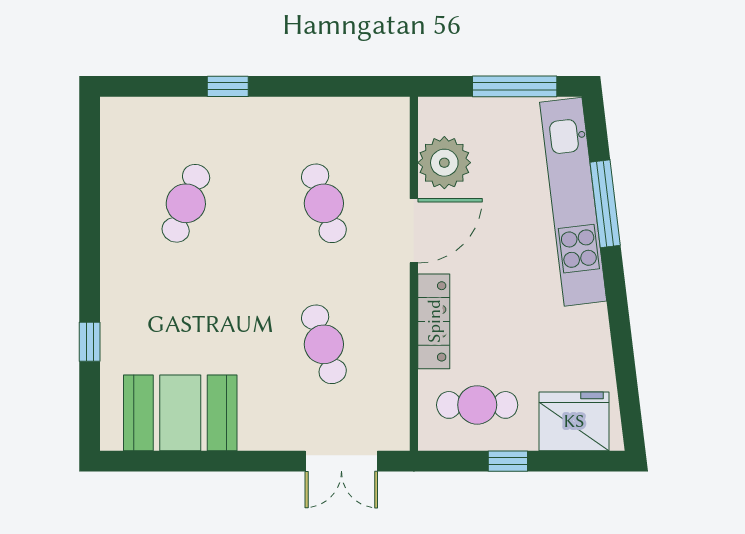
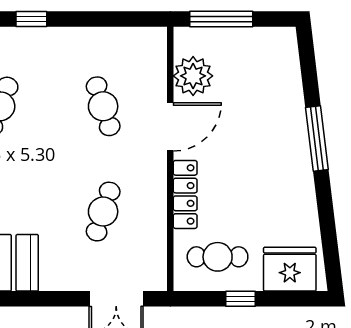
window: (515, 86) -> (221, 19), moved
kitchen unit: (573, 202) -> (289, 105), removed
window: (605, 204) -> (317, 138), moved
cafe table: (324, 344) -> (103, 212), turned 36

